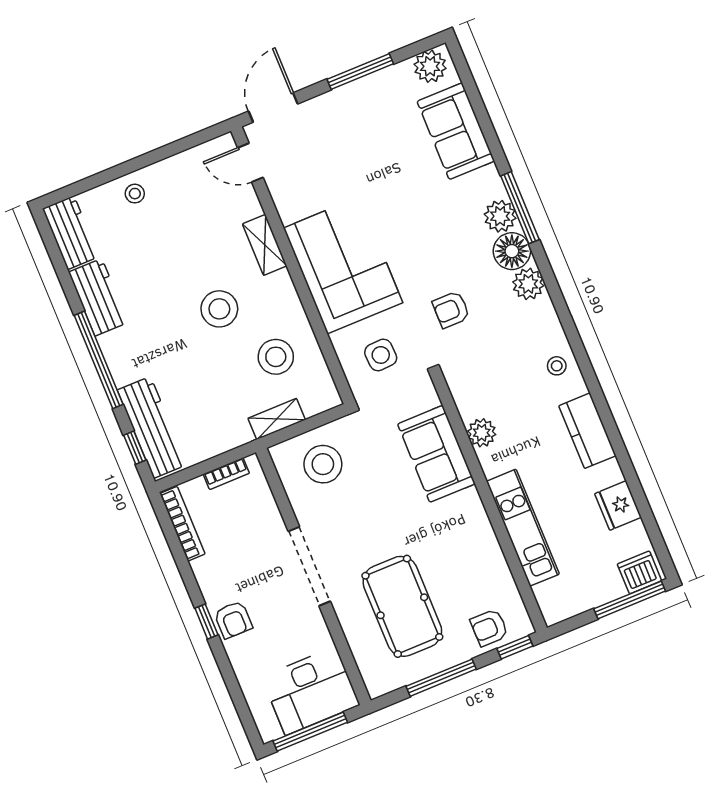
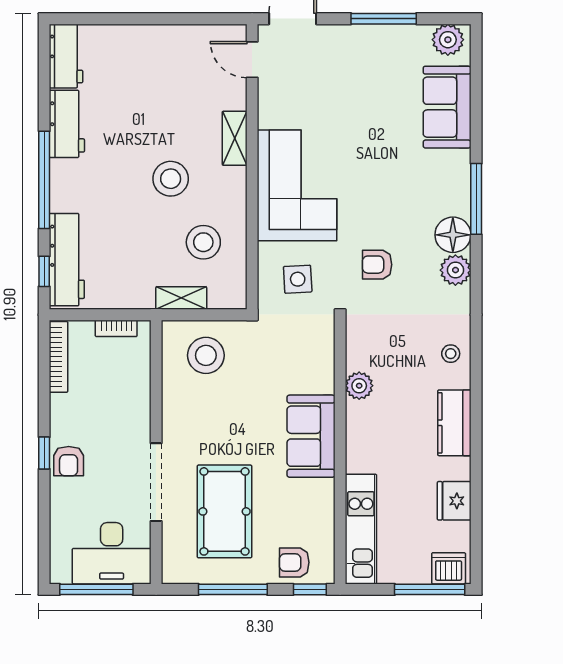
stool: (135, 194) -> (138, 45), removed
plant: (500, 216) -> (455, 199), removed
sofa: (436, 454) -> (311, 436), moved
kitchen unit: (523, 528) -> (361, 529), moved
doorway: (309, 566) -> (156, 482), moved

